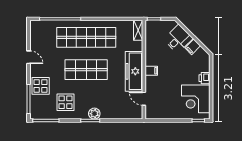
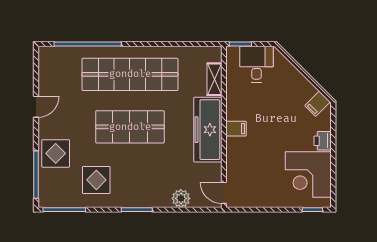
shelving: (138, 30) -> (214, 79), moved
desk: (178, 39) -> (257, 64), moved, turned -45
filing cabinet: (193, 47) -> (317, 104), moved
door: (29, 57) -> (36, 107), hinge flipped
door: (144, 99) -> (224, 193), moved
plant: (94, 114) -> (181, 198), moved

